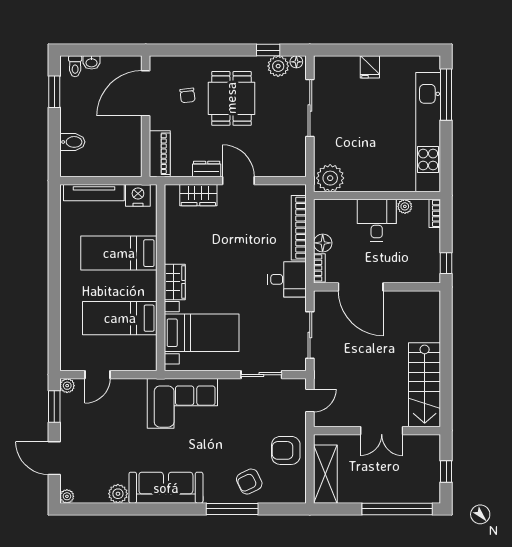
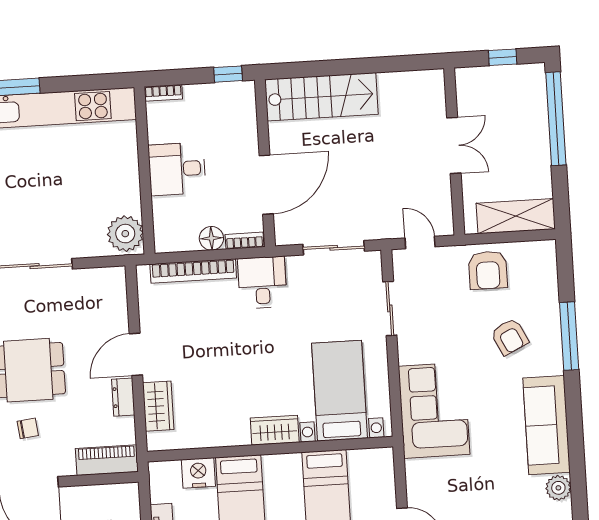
nightstand: (138, 195) -> (198, 473), moved, turned 90
plant: (405, 206) -> (157, 133), removed
stairs: (425, 385) -> (321, 97), moved
armchair: (249, 482) -> (510, 337), moved

